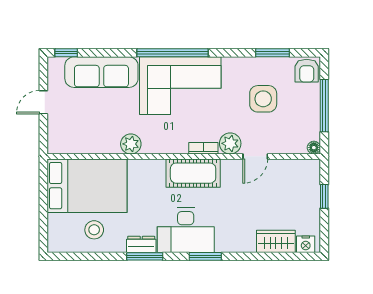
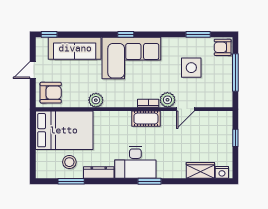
window: (172, 53) -> (126, 34), width x0.32
armchair: (307, 71) -> (223, 47), turned 90
armchair: (68, 134) -> (51, 93), added
floor lamp: (314, 148) -> (228, 103), removed
cot: (193, 173) -> (146, 119), width x0.73, depth x0.75
dresser: (141, 244) -> (99, 173), width x1.44
window: (145, 256) -> (71, 181), moved

